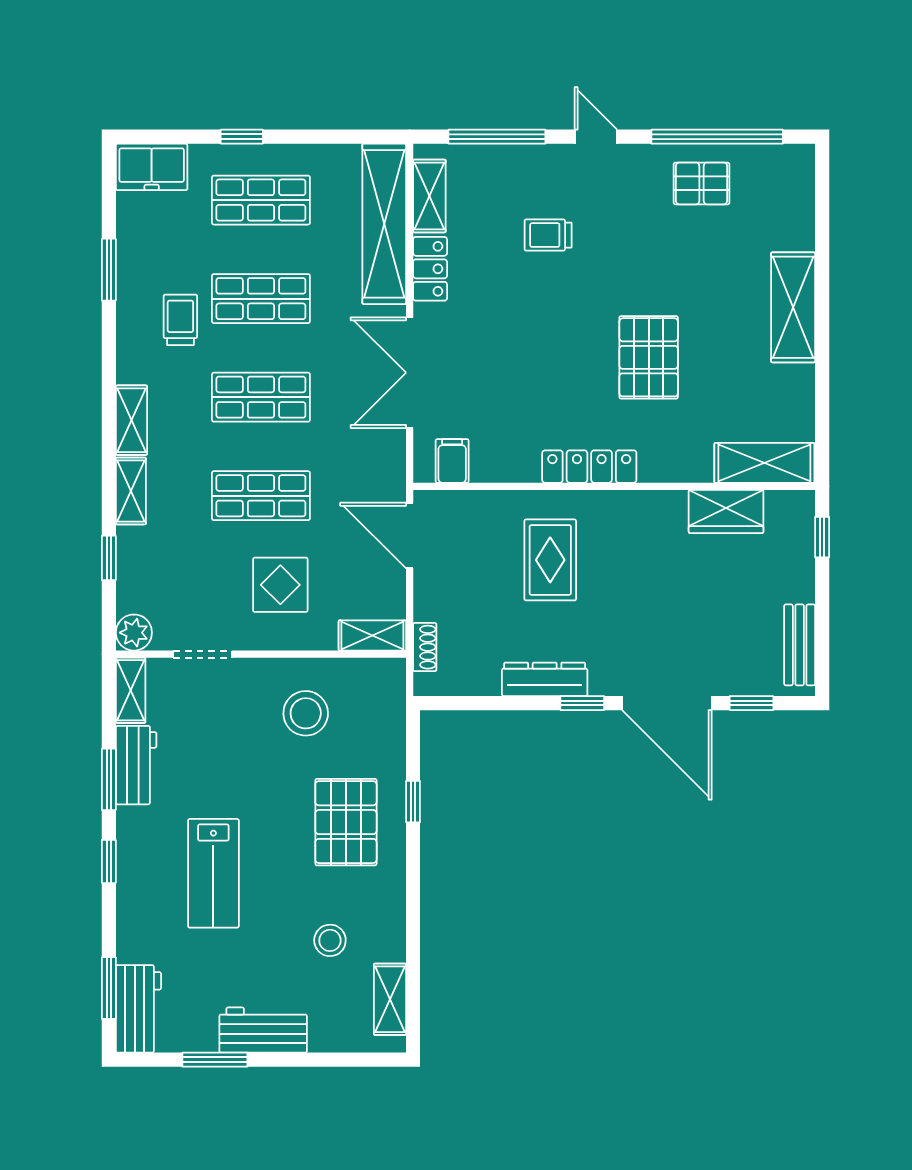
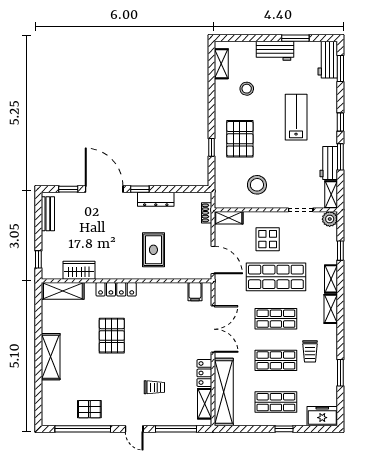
locker: (589, 467) -> (116, 289), moved
shop shelf: (261, 496) -> (276, 277), width x1.43, depth x1.36

